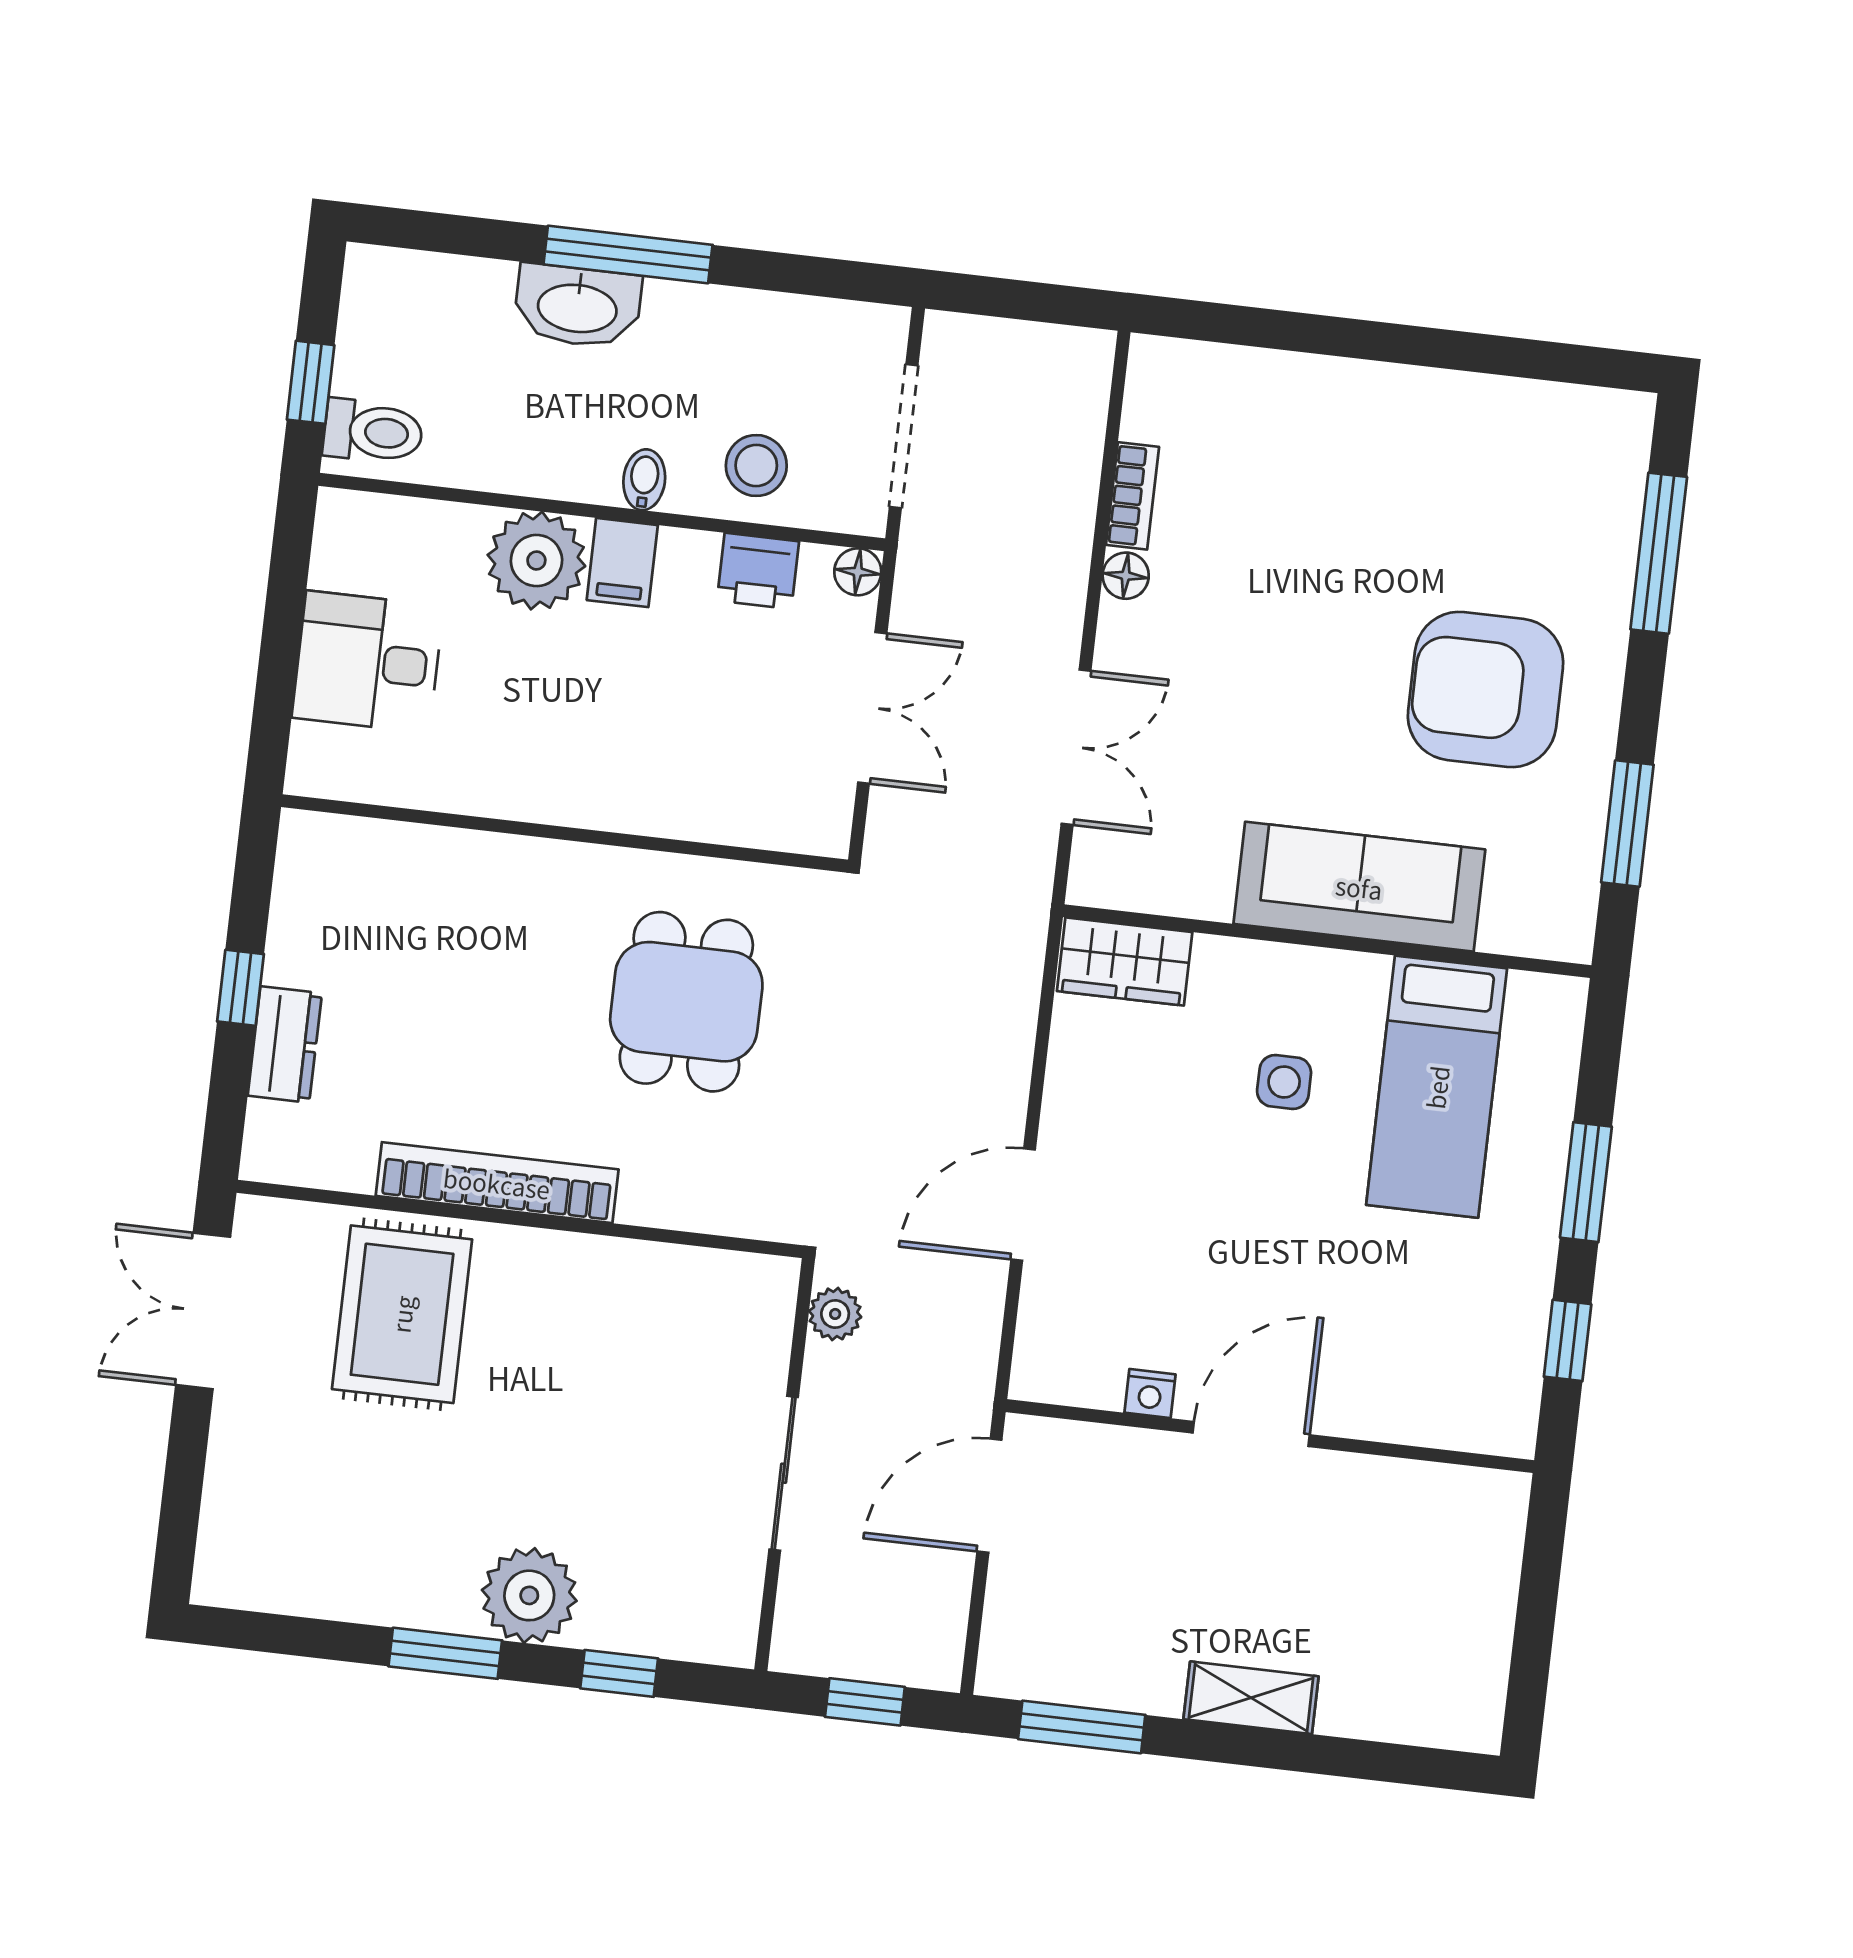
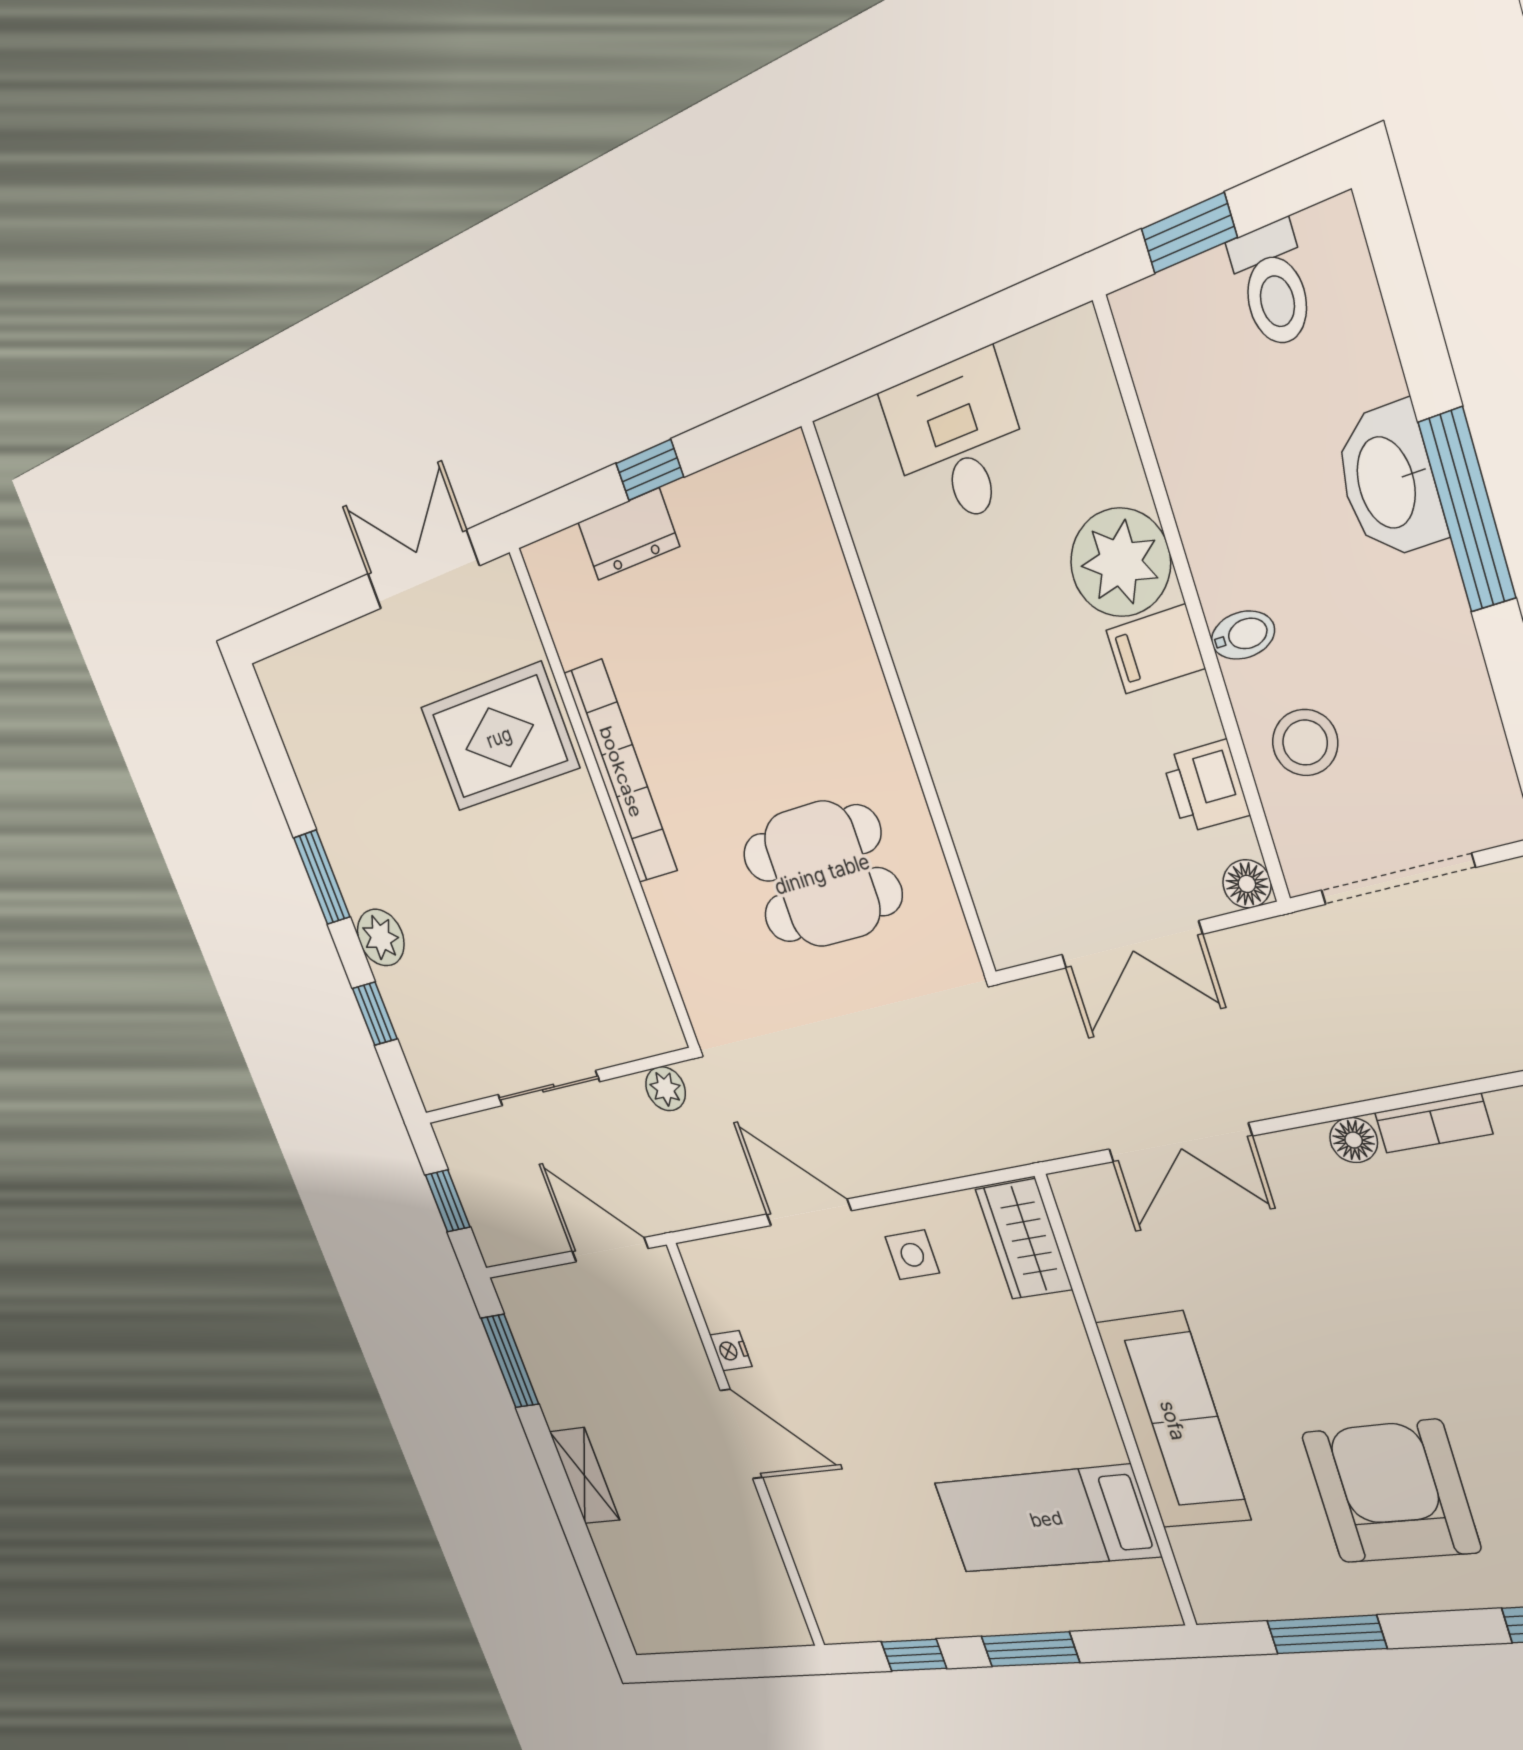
toilet: (373, 432) -> (1273, 286), moved
side table: (1284, 1082) -> (912, 1255), moved
plant: (529, 1595) -> (381, 938), width x0.73, depth x0.73

